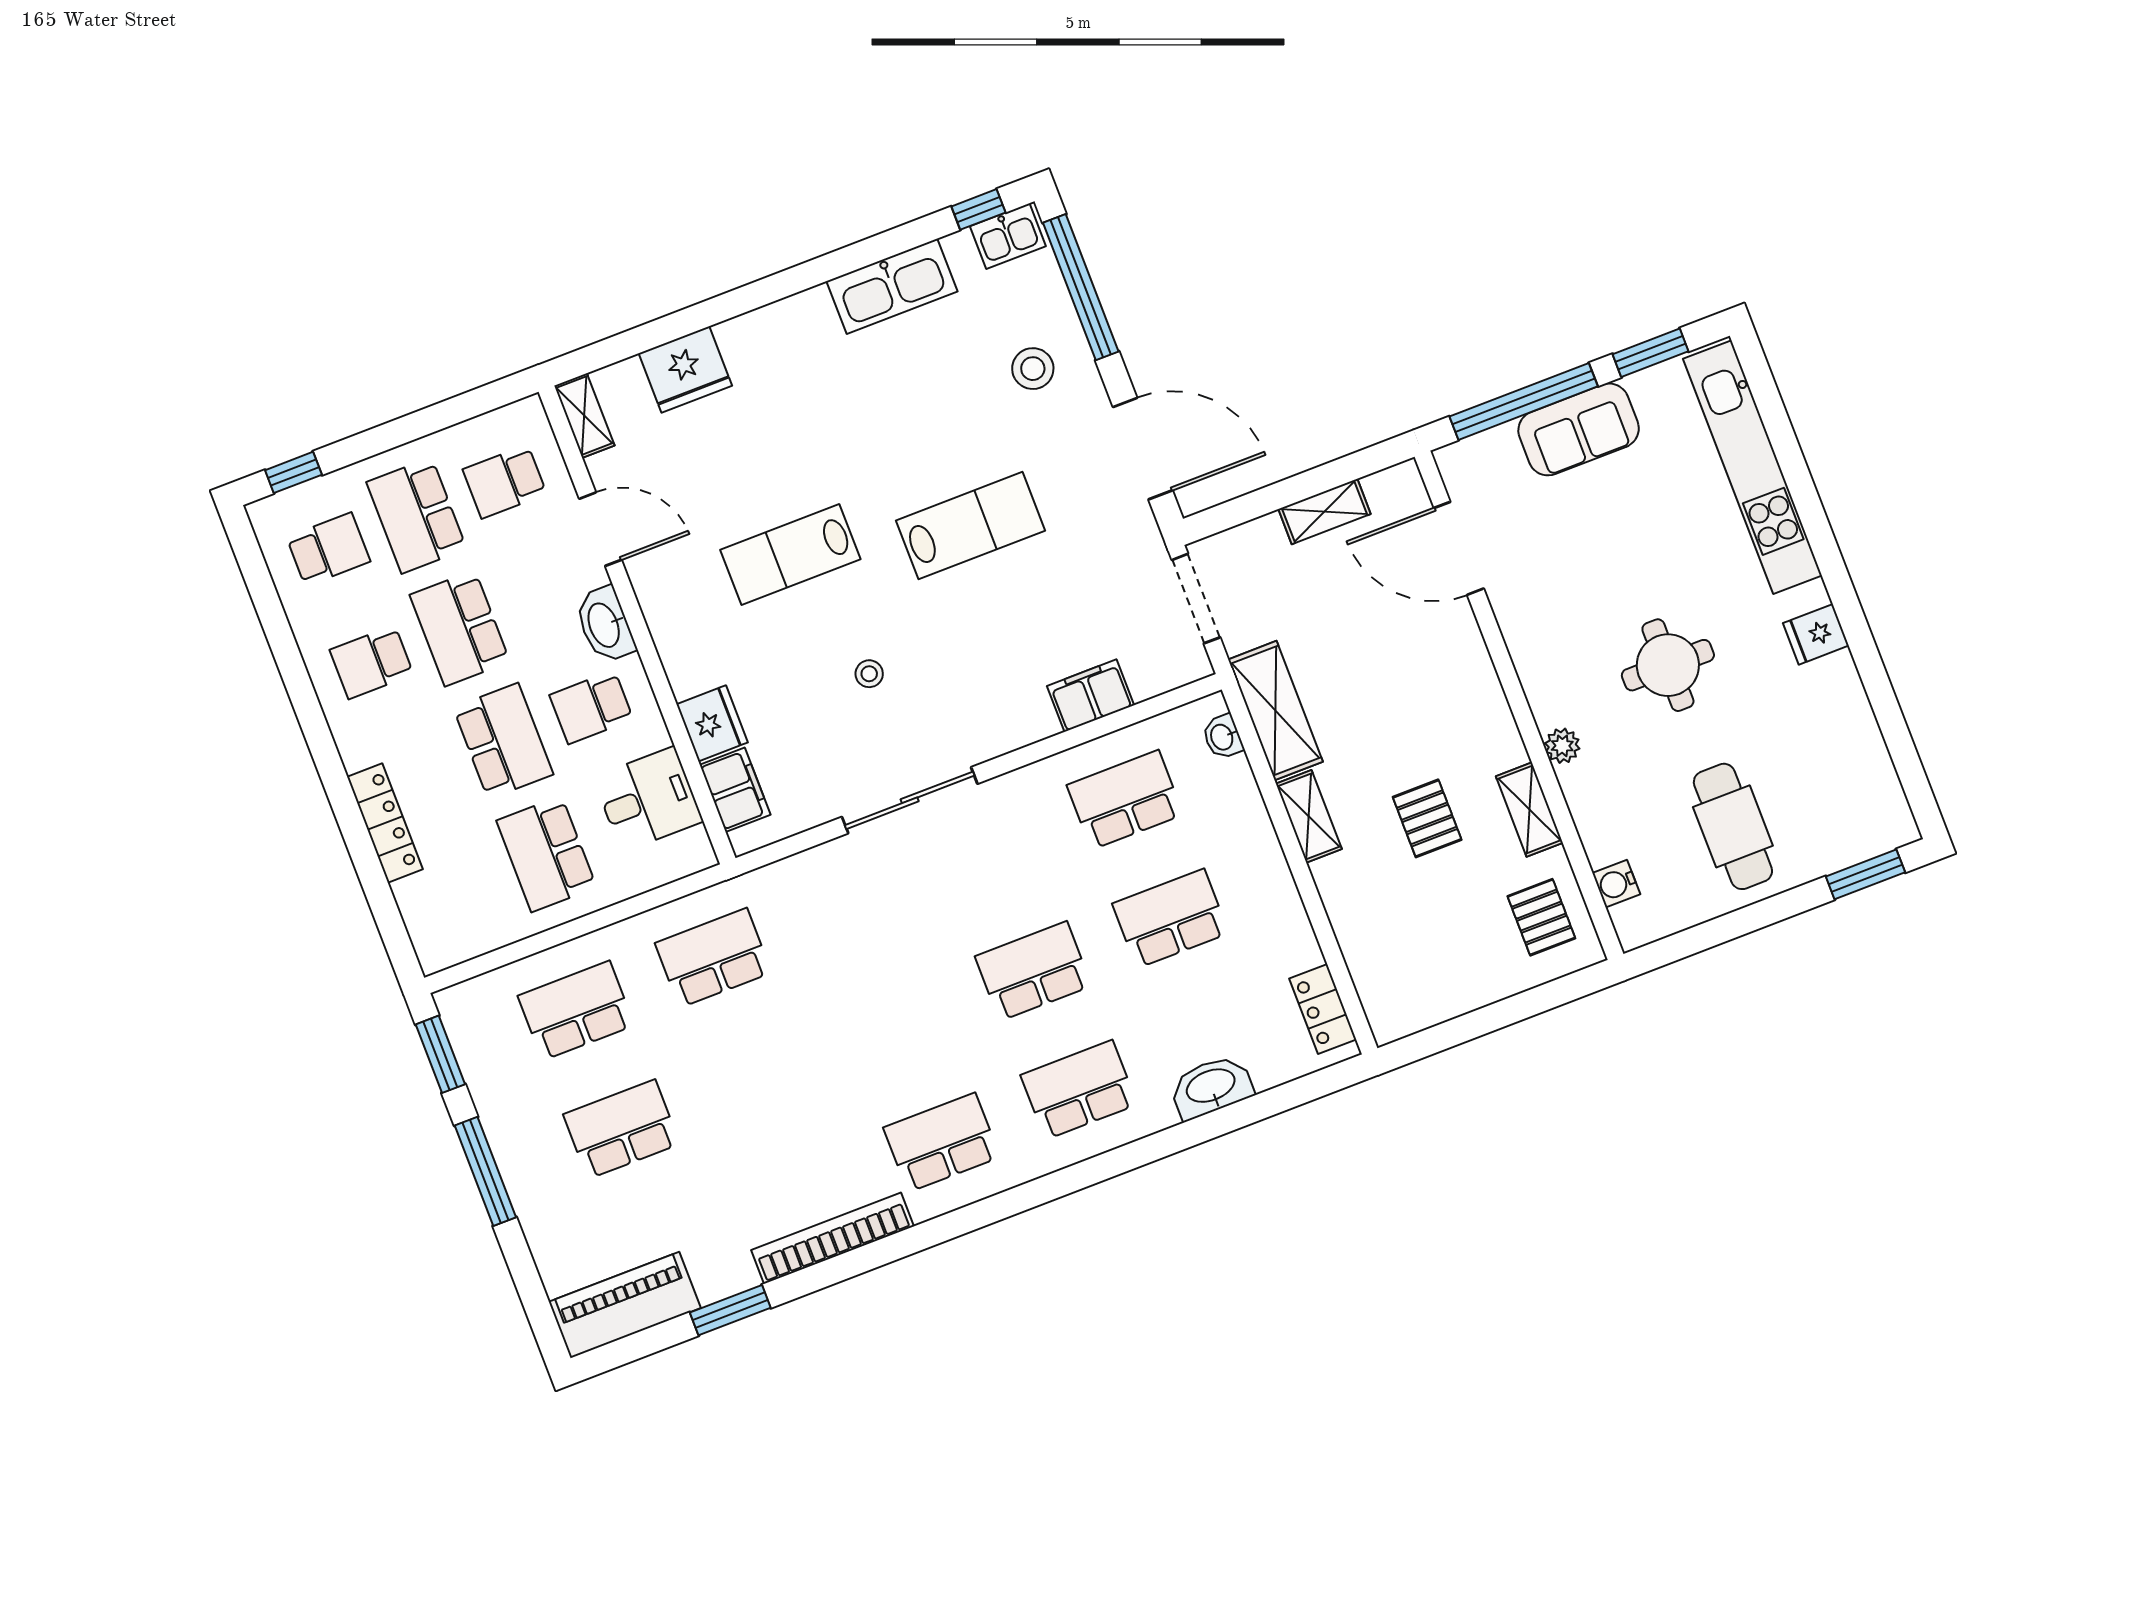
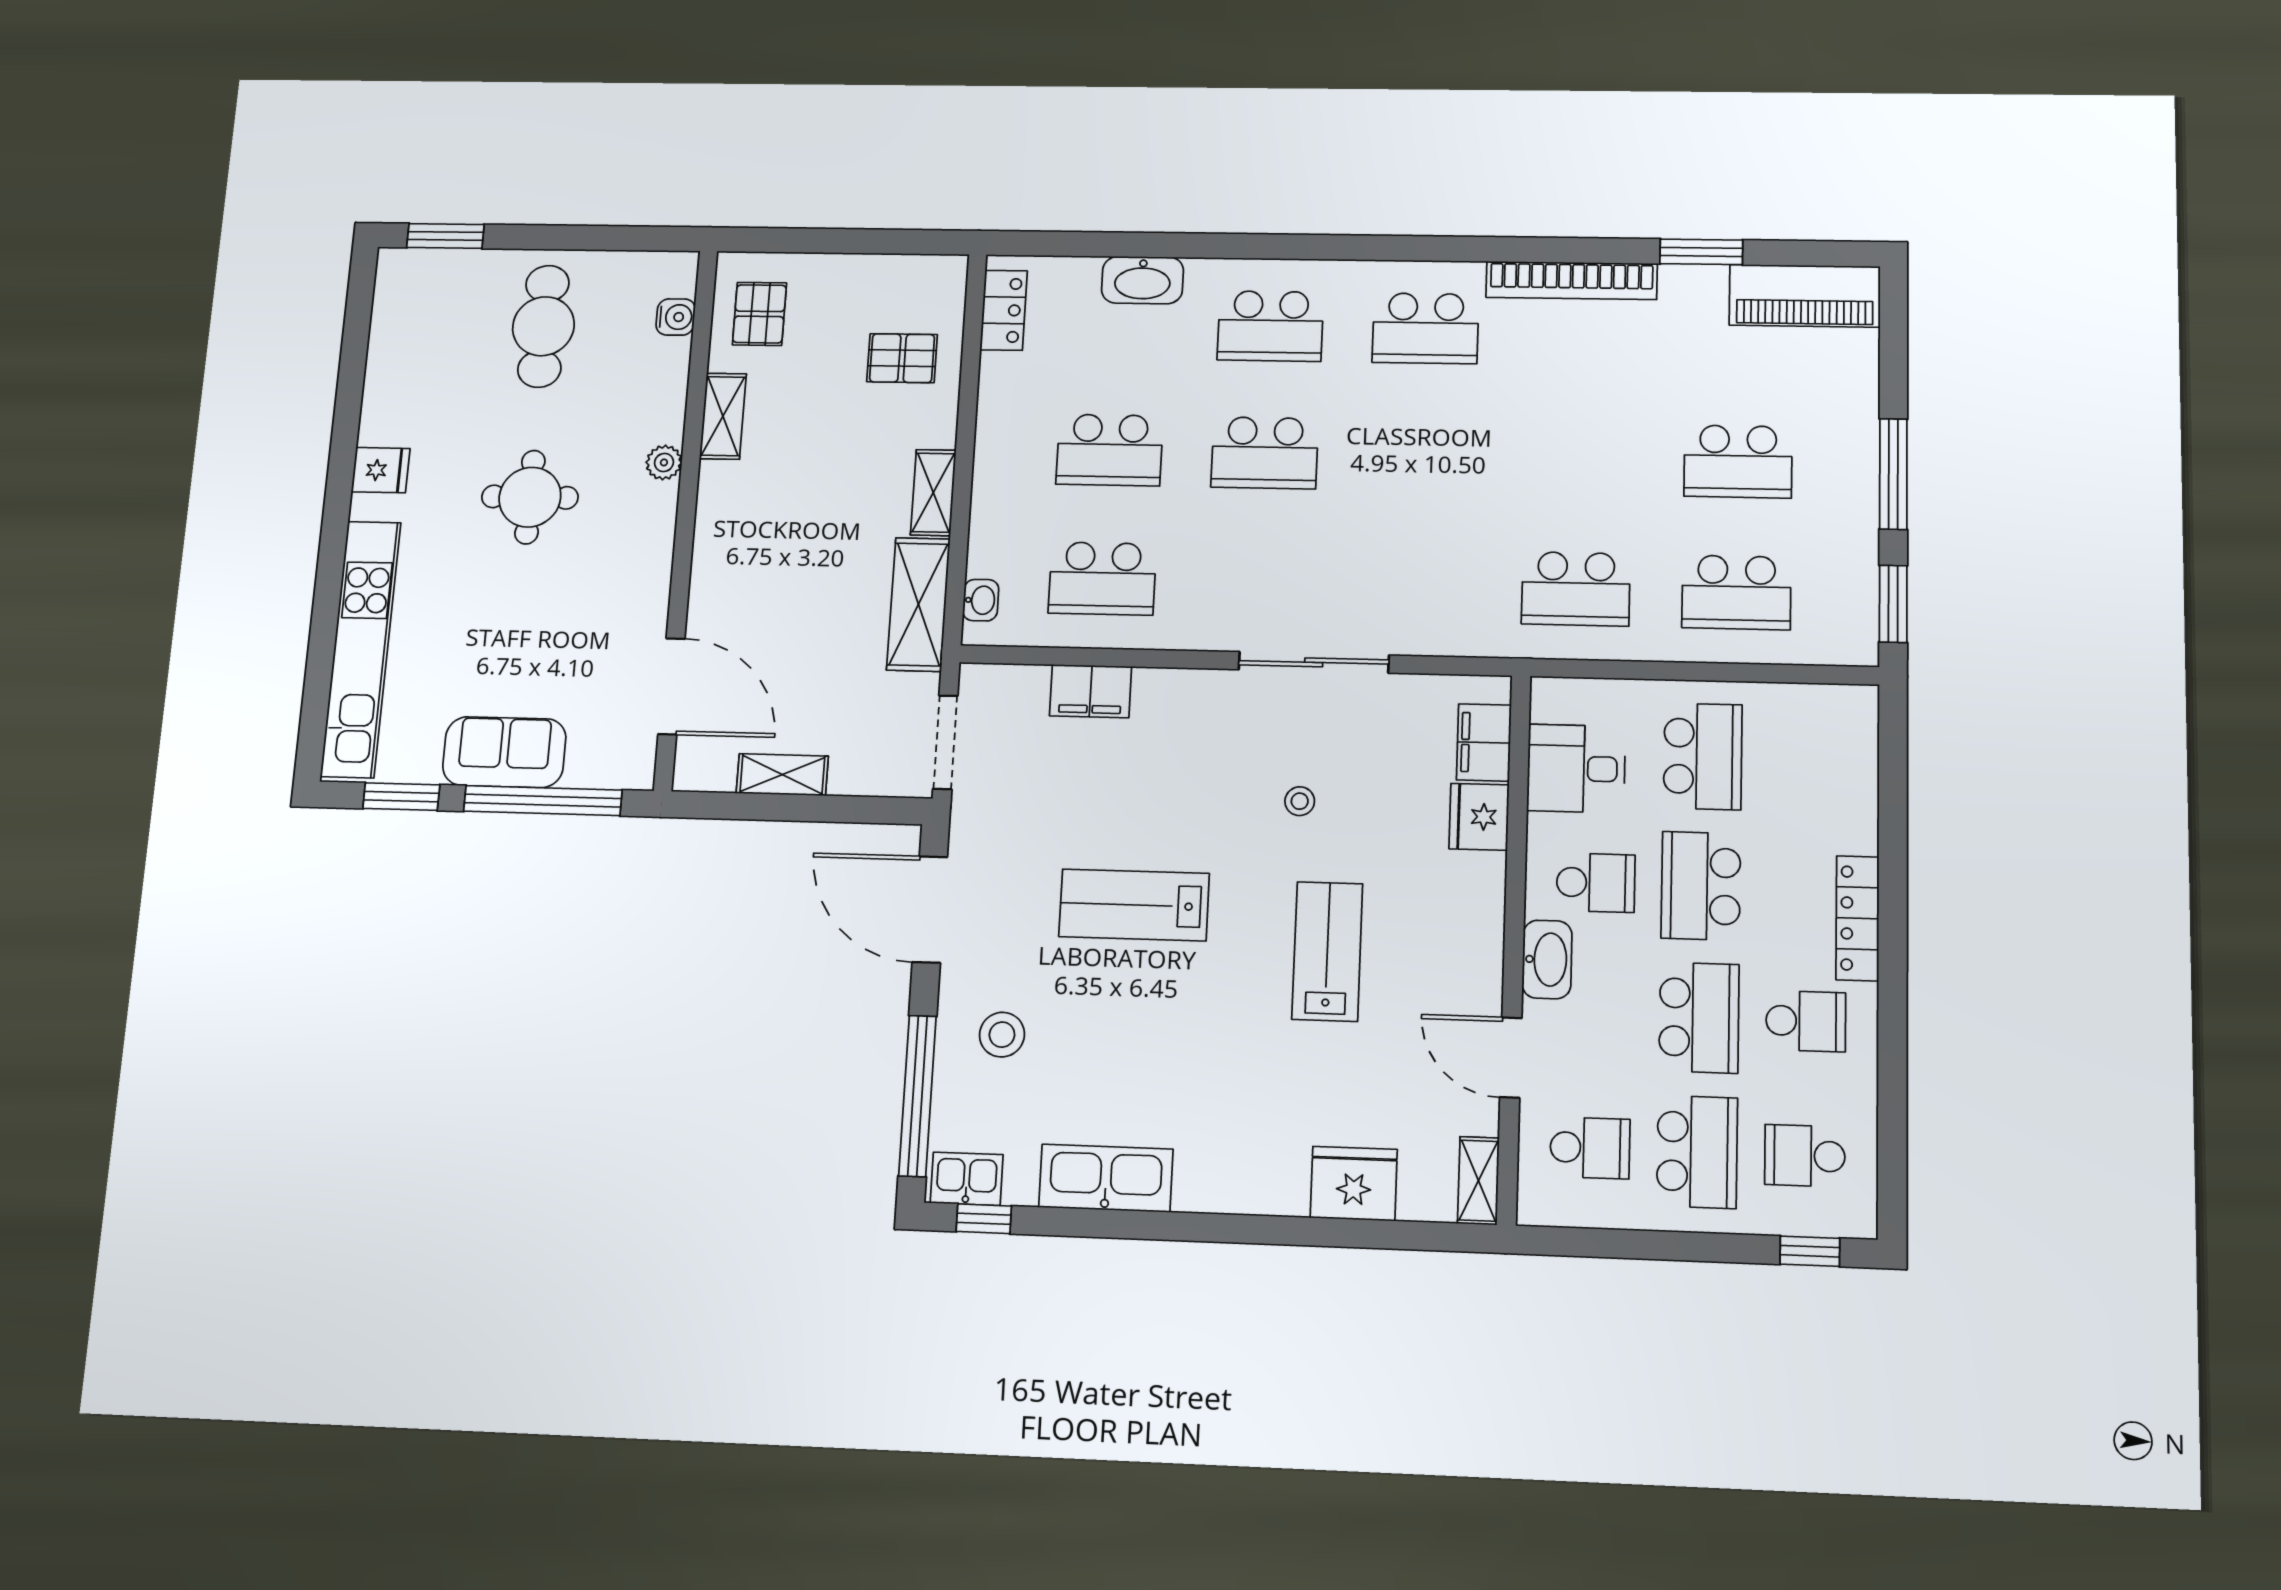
lab bench: (790, 555) -> (1327, 951), turned -90
pallet: (1427, 818) -> (902, 358), moved, turned 90
locker: (385, 823) -> (1857, 918), moved

